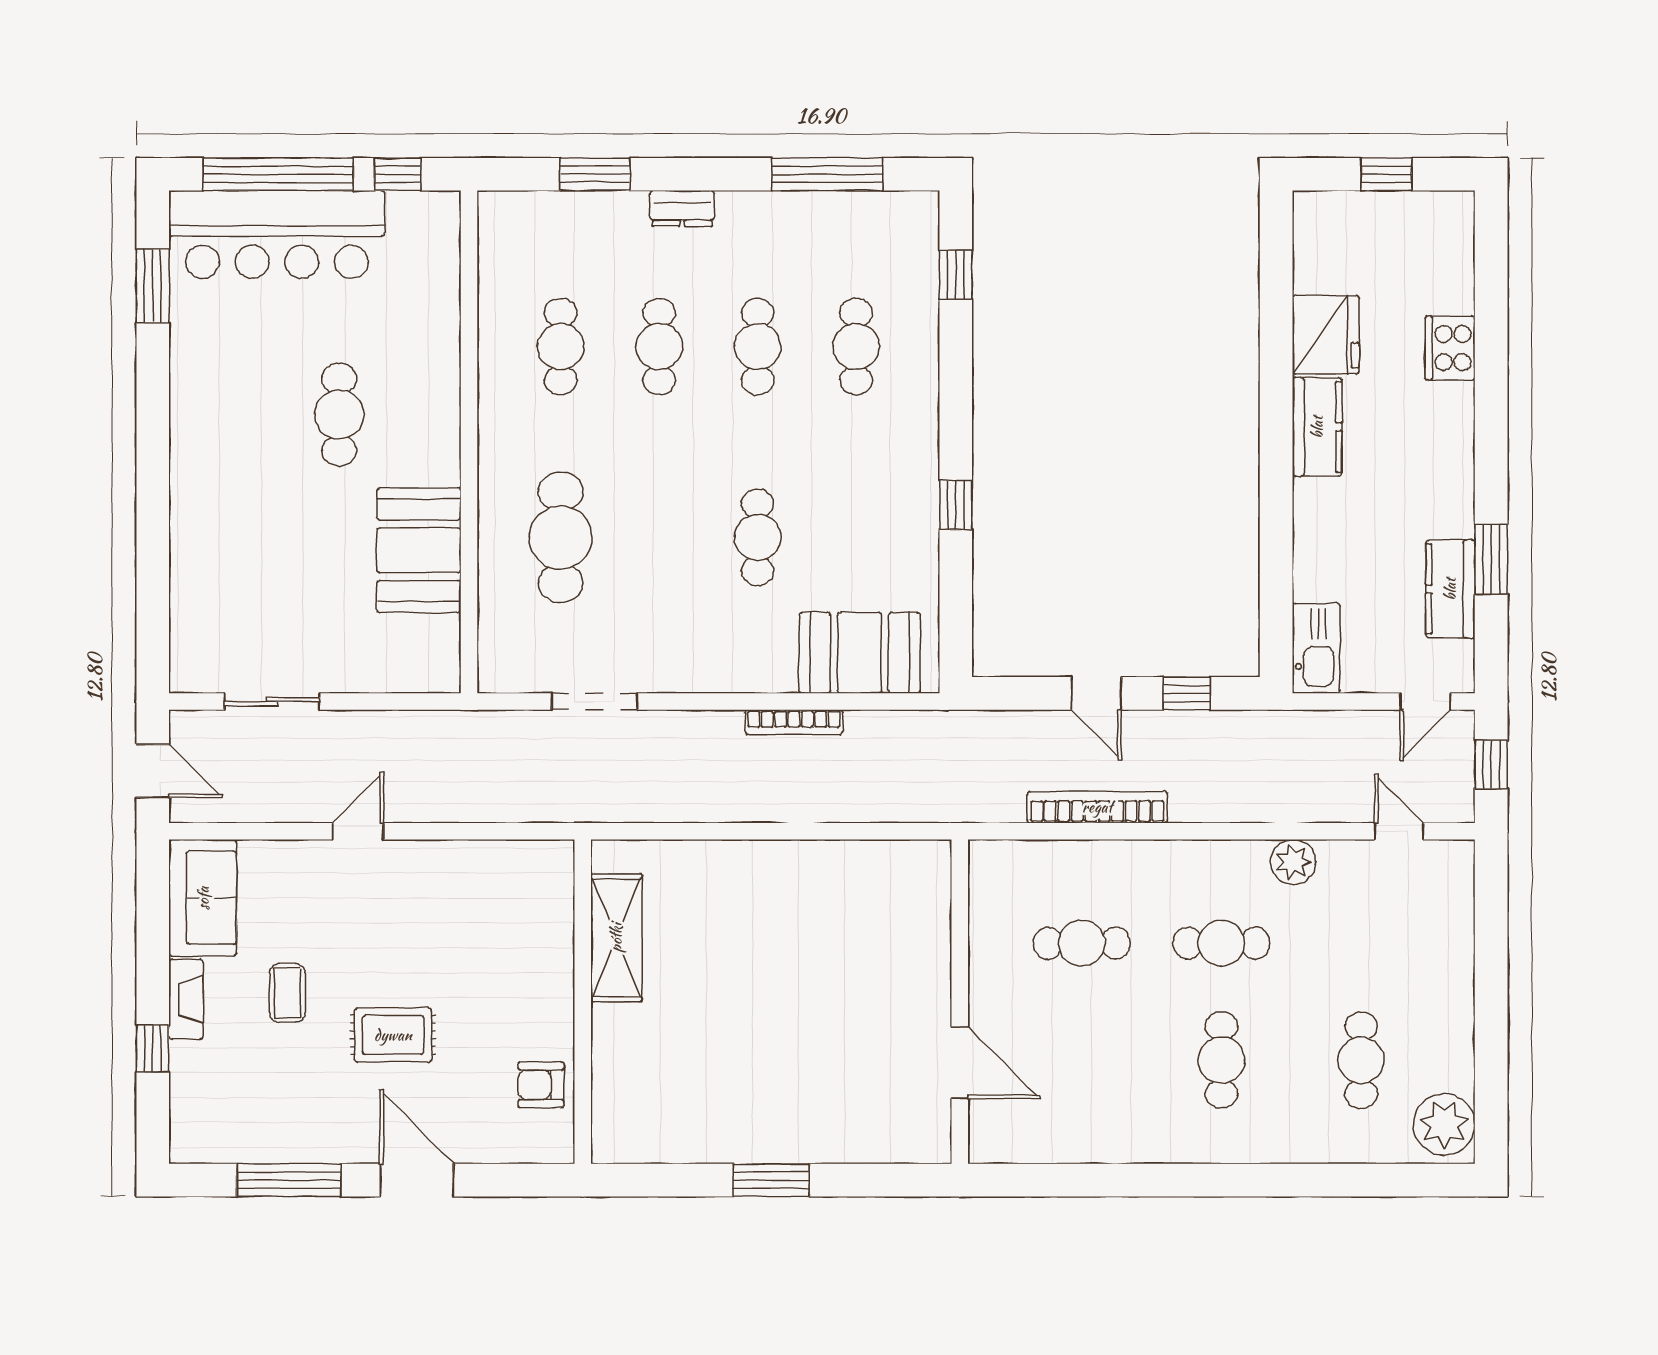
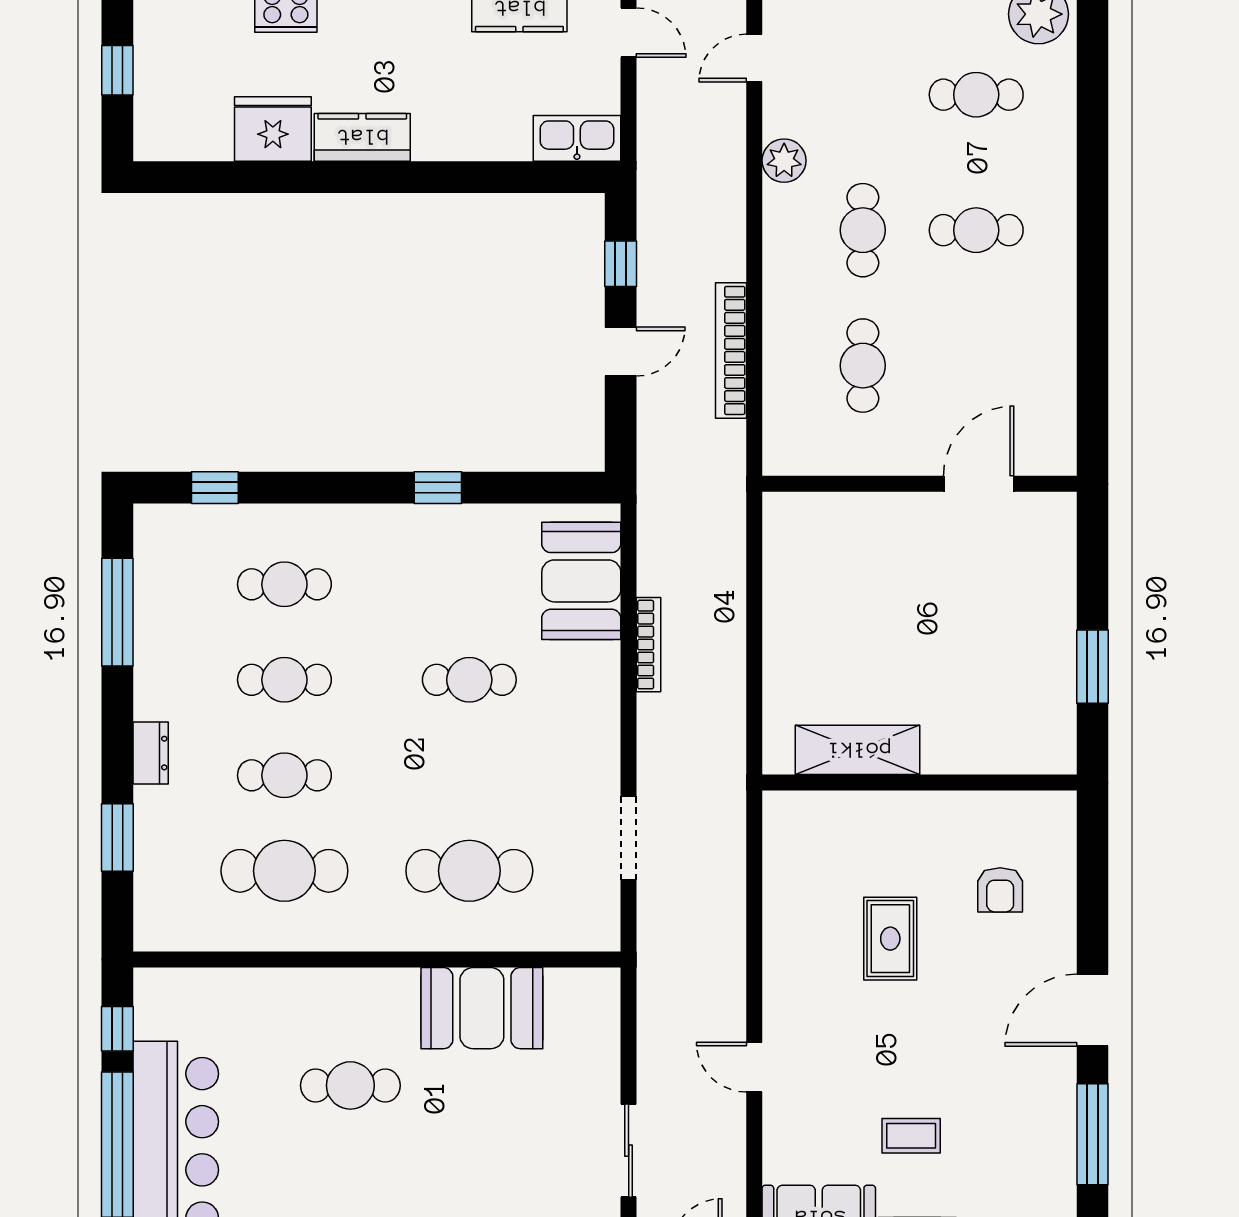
cafe table: (561, 347) -> (284, 871), width x1.37, depth x1.35
shelving: (616, 938) -> (858, 750), moved
wall: (583, 1002) -> (919, 783), moved
rug: (393, 1035) -> (890, 939), moved

